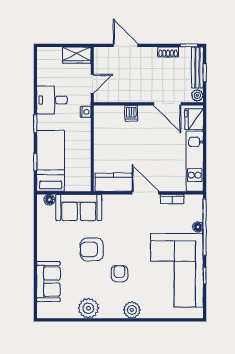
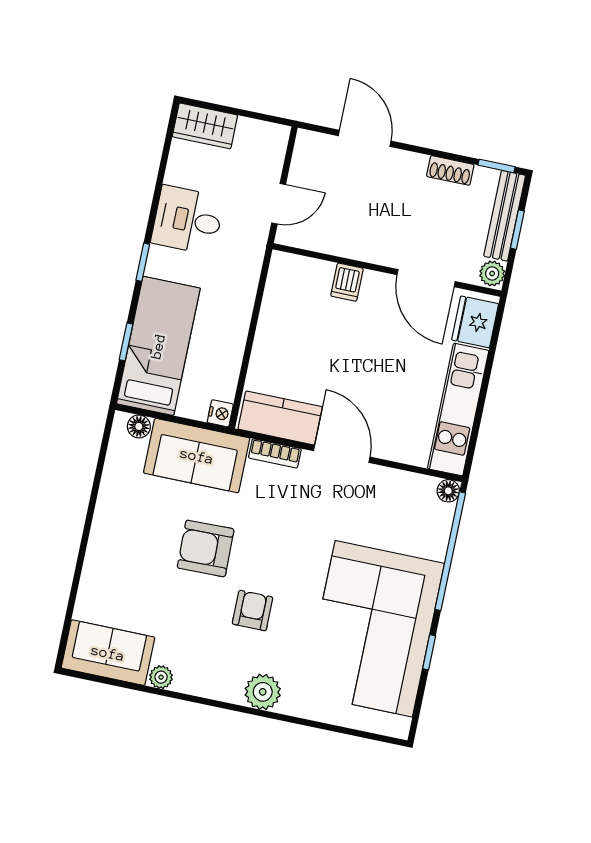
wardrobe: (77, 55) -> (205, 126), moved
nightstand: (86, 112) -> (220, 413), moved
bookcase: (172, 199) -> (275, 453), moved
floor lamp: (198, 227) -> (448, 491), moved
sofa: (48, 282) -> (108, 653), moved, turned -90
plant: (88, 308) -> (161, 677), width x0.53, depth x0.53

